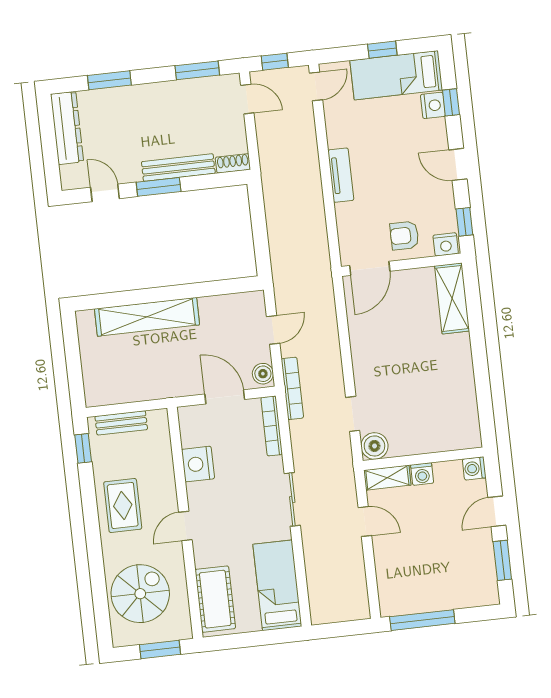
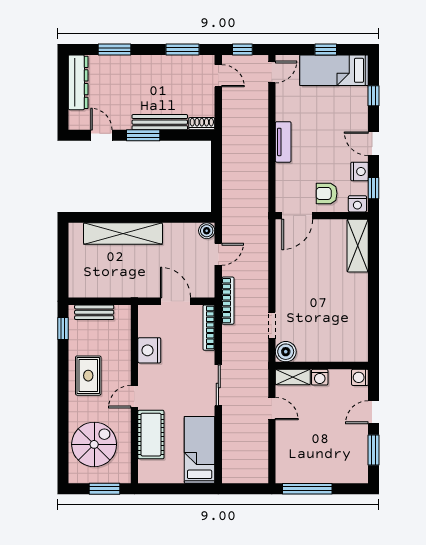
nightstand: (433, 105) -> (360, 171), moved
boiler: (263, 374) -> (207, 231), moved
cot: (215, 599) -> (151, 435), moved

